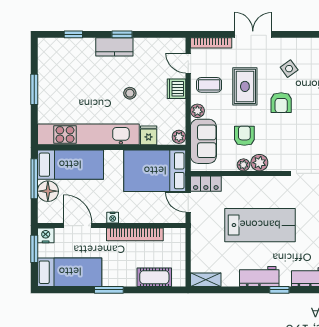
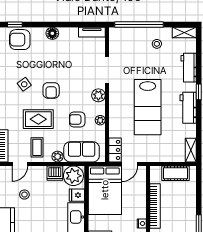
dishwasher: (176, 89) -> (55, 173), moved
stool: (130, 93) -> (24, 195), moved
armchair: (281, 103) -> (51, 90), turned 90
plant: (179, 137) -> (73, 176), width x1.87, depth x1.87
plant: (259, 163) -> (98, 95), moved
lab bench: (260, 225) -> (148, 107), turned 180
cot: (154, 277) -> (176, 173), moved, turned 90

